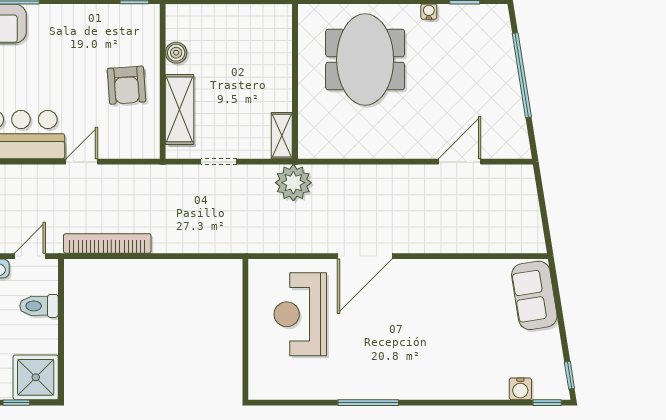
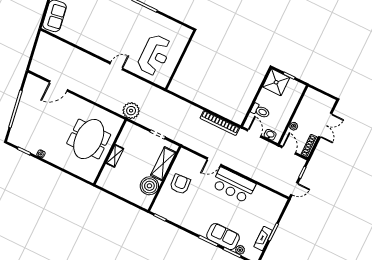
boiler: (176, 53) -> (149, 186), width x1.86, depth x1.86
meeting table: (365, 60) -> (89, 139), moved
shelving: (282, 136) -> (115, 156), moved
door: (30, 256) -> (254, 133), swing flipped
door: (365, 256) -> (116, 66), width x0.53

